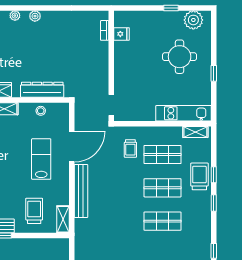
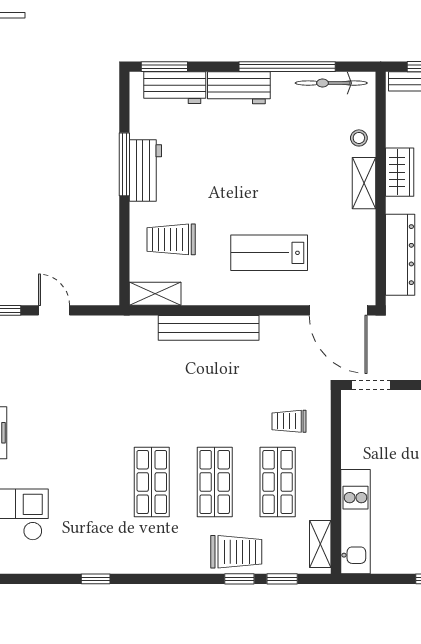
stool: (41, 111) -> (360, 252), removed
door: (72, 147) -> (338, 310), moved
lab bench: (41, 159) -> (269, 253), turned 180
window: (214, 203) -> (282, 579), moved
trolley: (34, 211) -> (171, 239), turned 180

